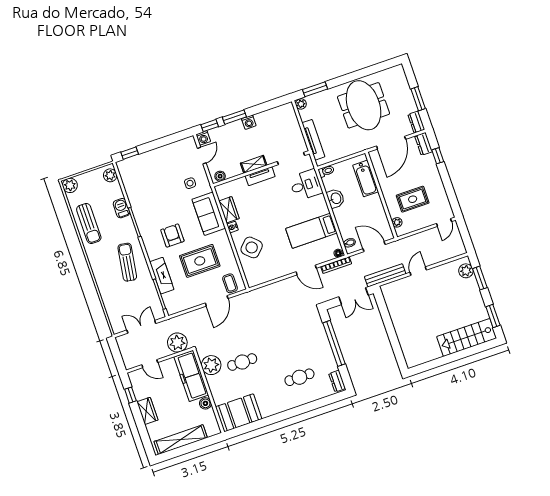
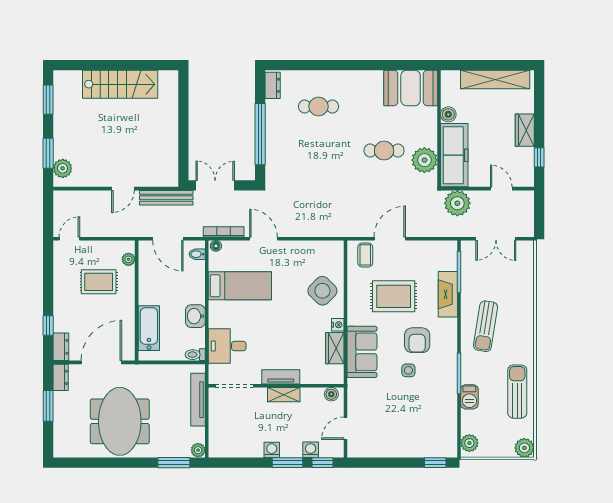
washing machine: (203, 138) -> (311, 450), moved
side table: (190, 183) -> (408, 370), moved
stairs: (467, 337) -> (120, 84), moved

